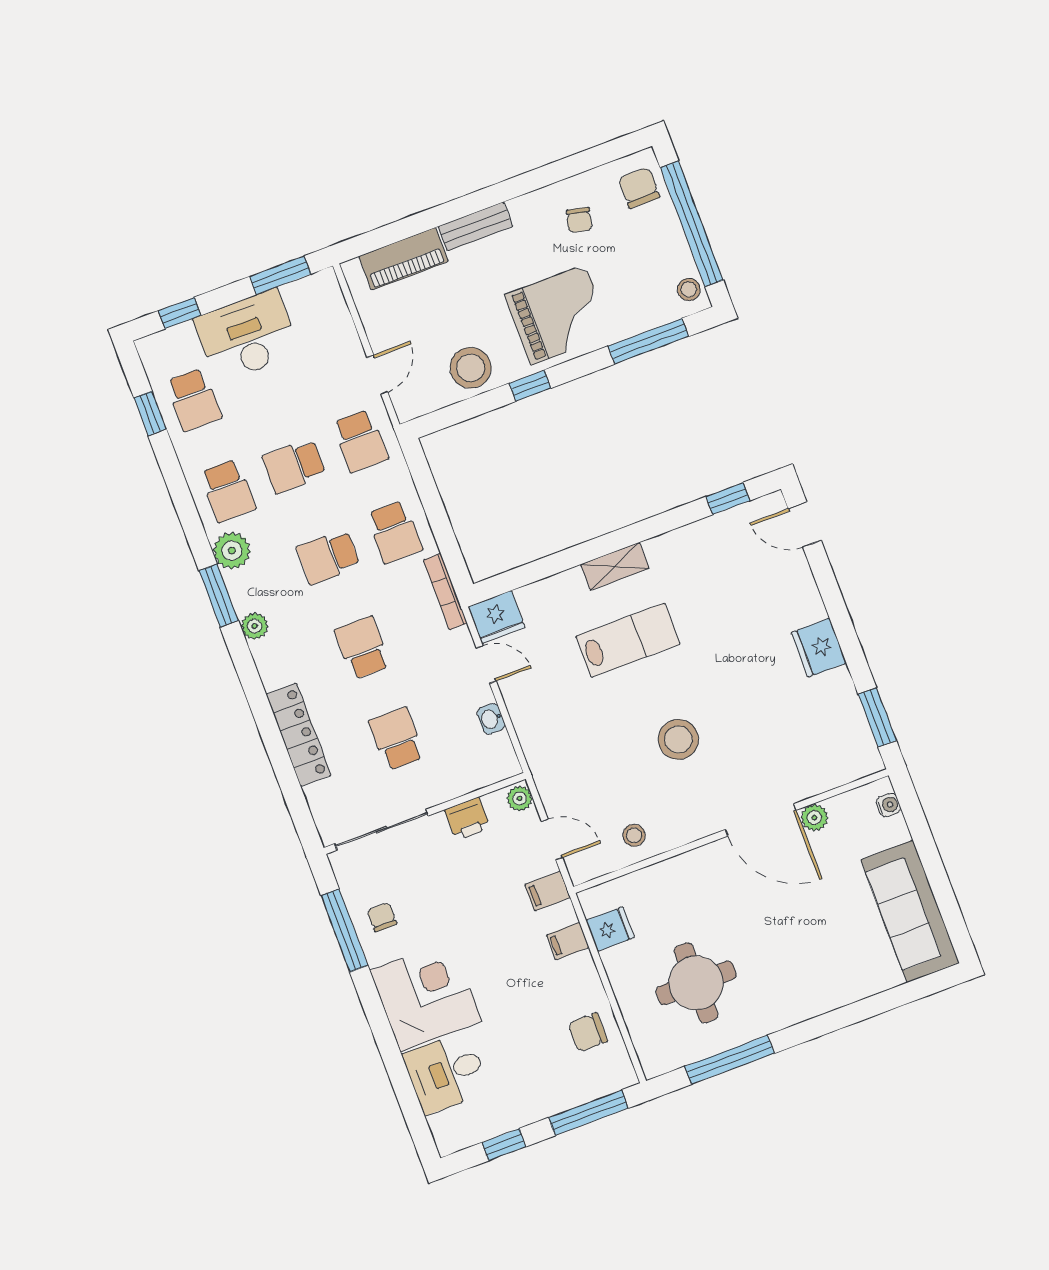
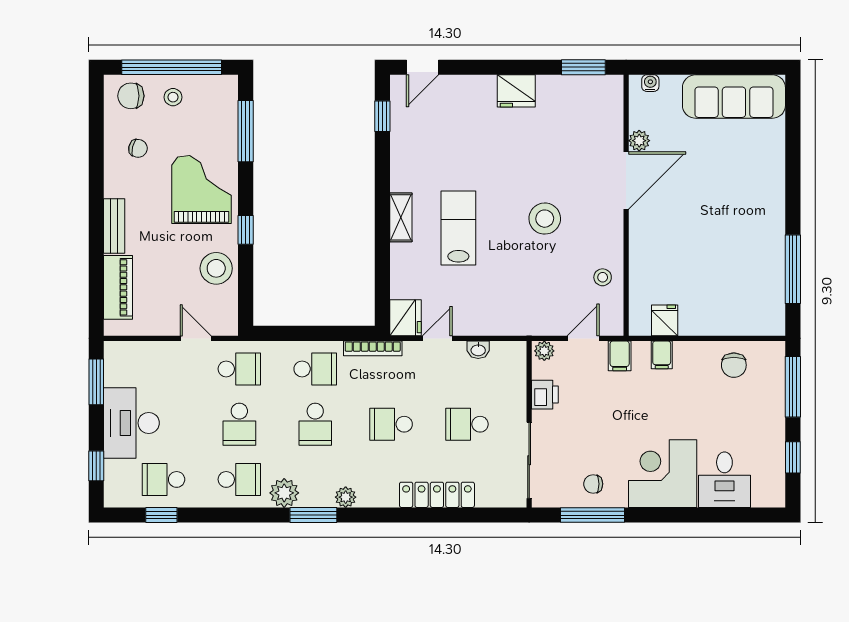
stool: (689, 289) -> (173, 97), moved
school desk: (194, 400) -> (163, 479), turned 180
round table: (696, 983) -> (727, 272), removed

